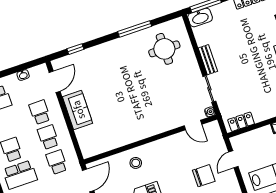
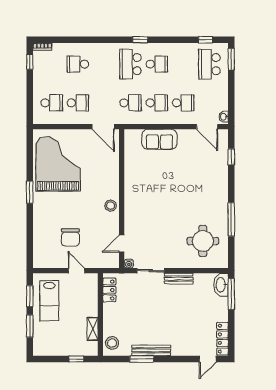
washbasin: (23, 75) -> (224, 117), moved
sofa: (78, 110) -> (159, 139), moved
stool: (136, 163) -> (111, 206), moved

